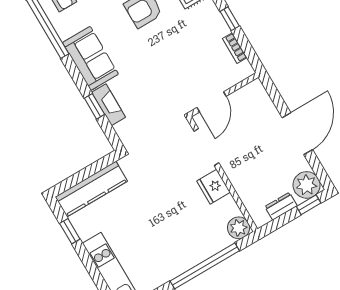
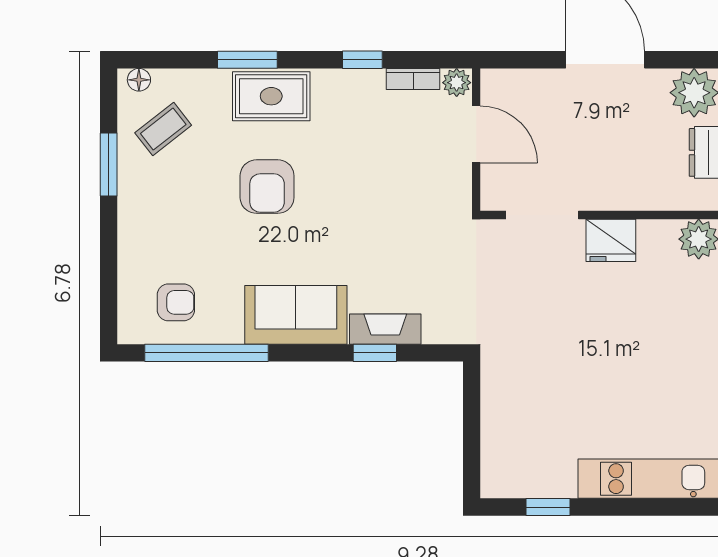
plant: (245, 70) -> (457, 83), added
door: (212, 102) -> (476, 134), moved
kitchen counter: (91, 189) -> (502, 434), removed

